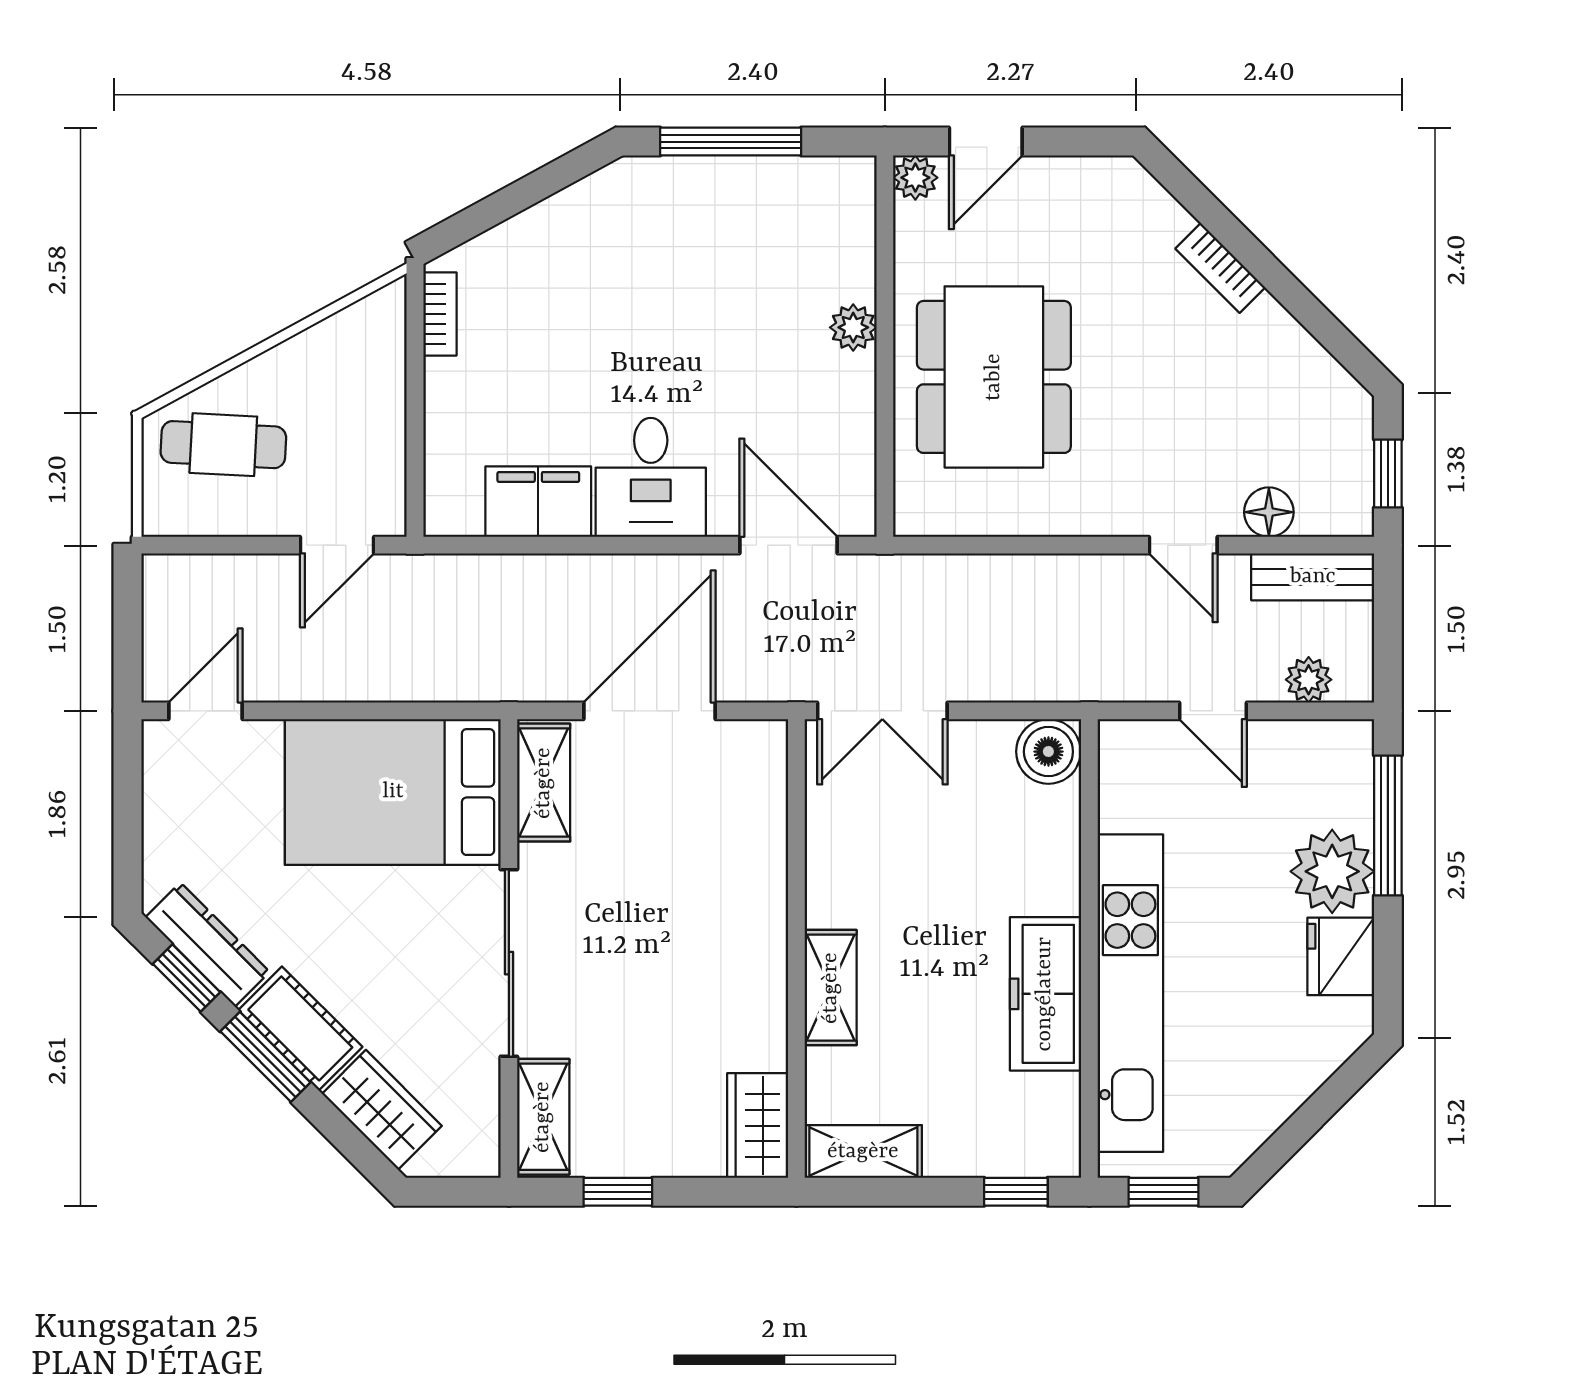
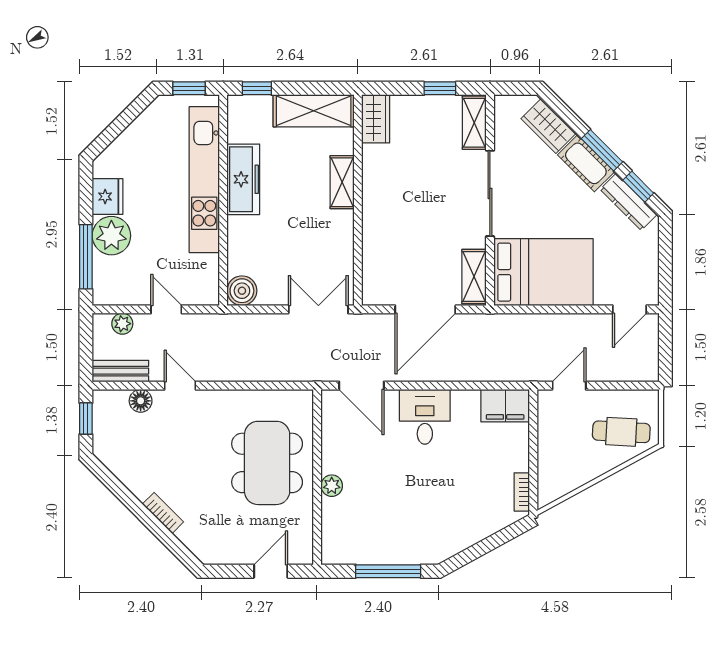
plant: (915, 178) -> (303, 555), removed
filing cabinet: (538, 502) -> (505, 406), moved
shelving: (863, 1152) -> (314, 111), width x1.50, depth x1.33

